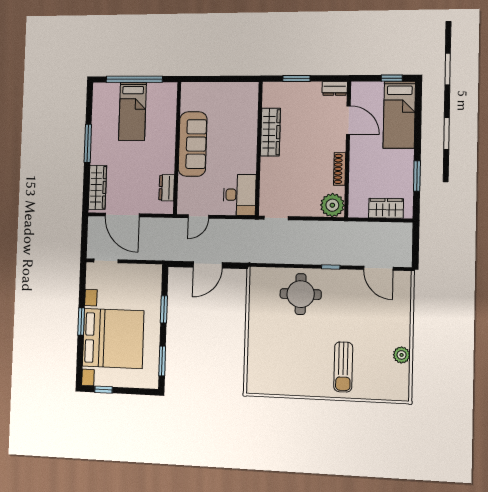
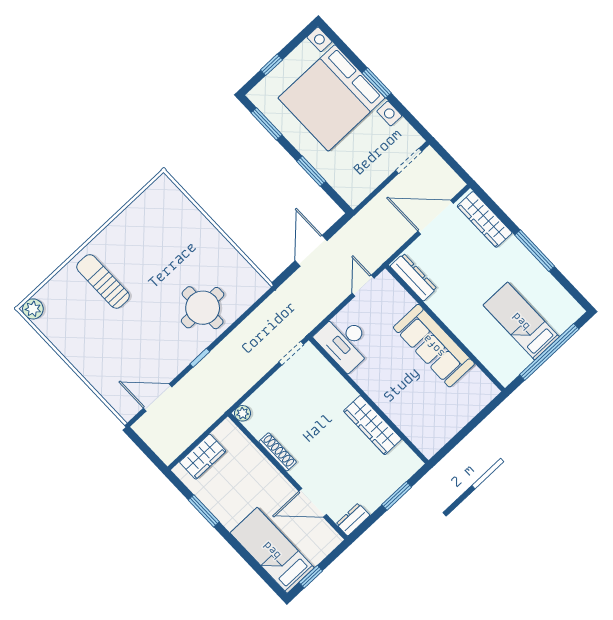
dresser: (167, 188) -> (413, 277), width x1.44
plant: (332, 205) -> (243, 413), width x0.53, depth x0.53
plant: (402, 355) -> (33, 309), moved
window: (104, 390) -> (271, 65), moved

